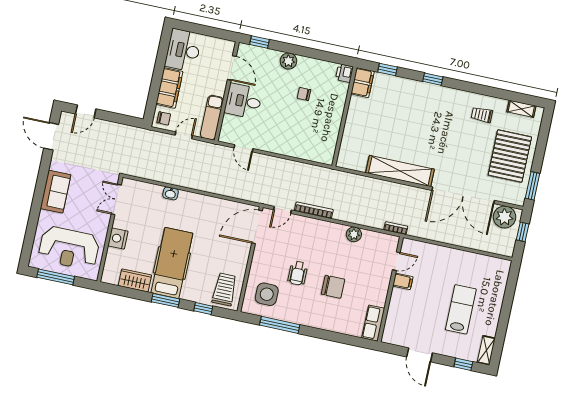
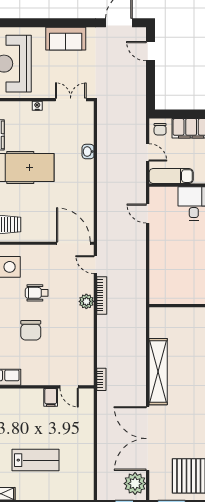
door: (244, 148) -> (148, 214), hinge flipped
plant: (354, 234) -> (86, 301), moved
nightstand: (118, 239) -> (37, 106), width x0.53, depth x0.56

